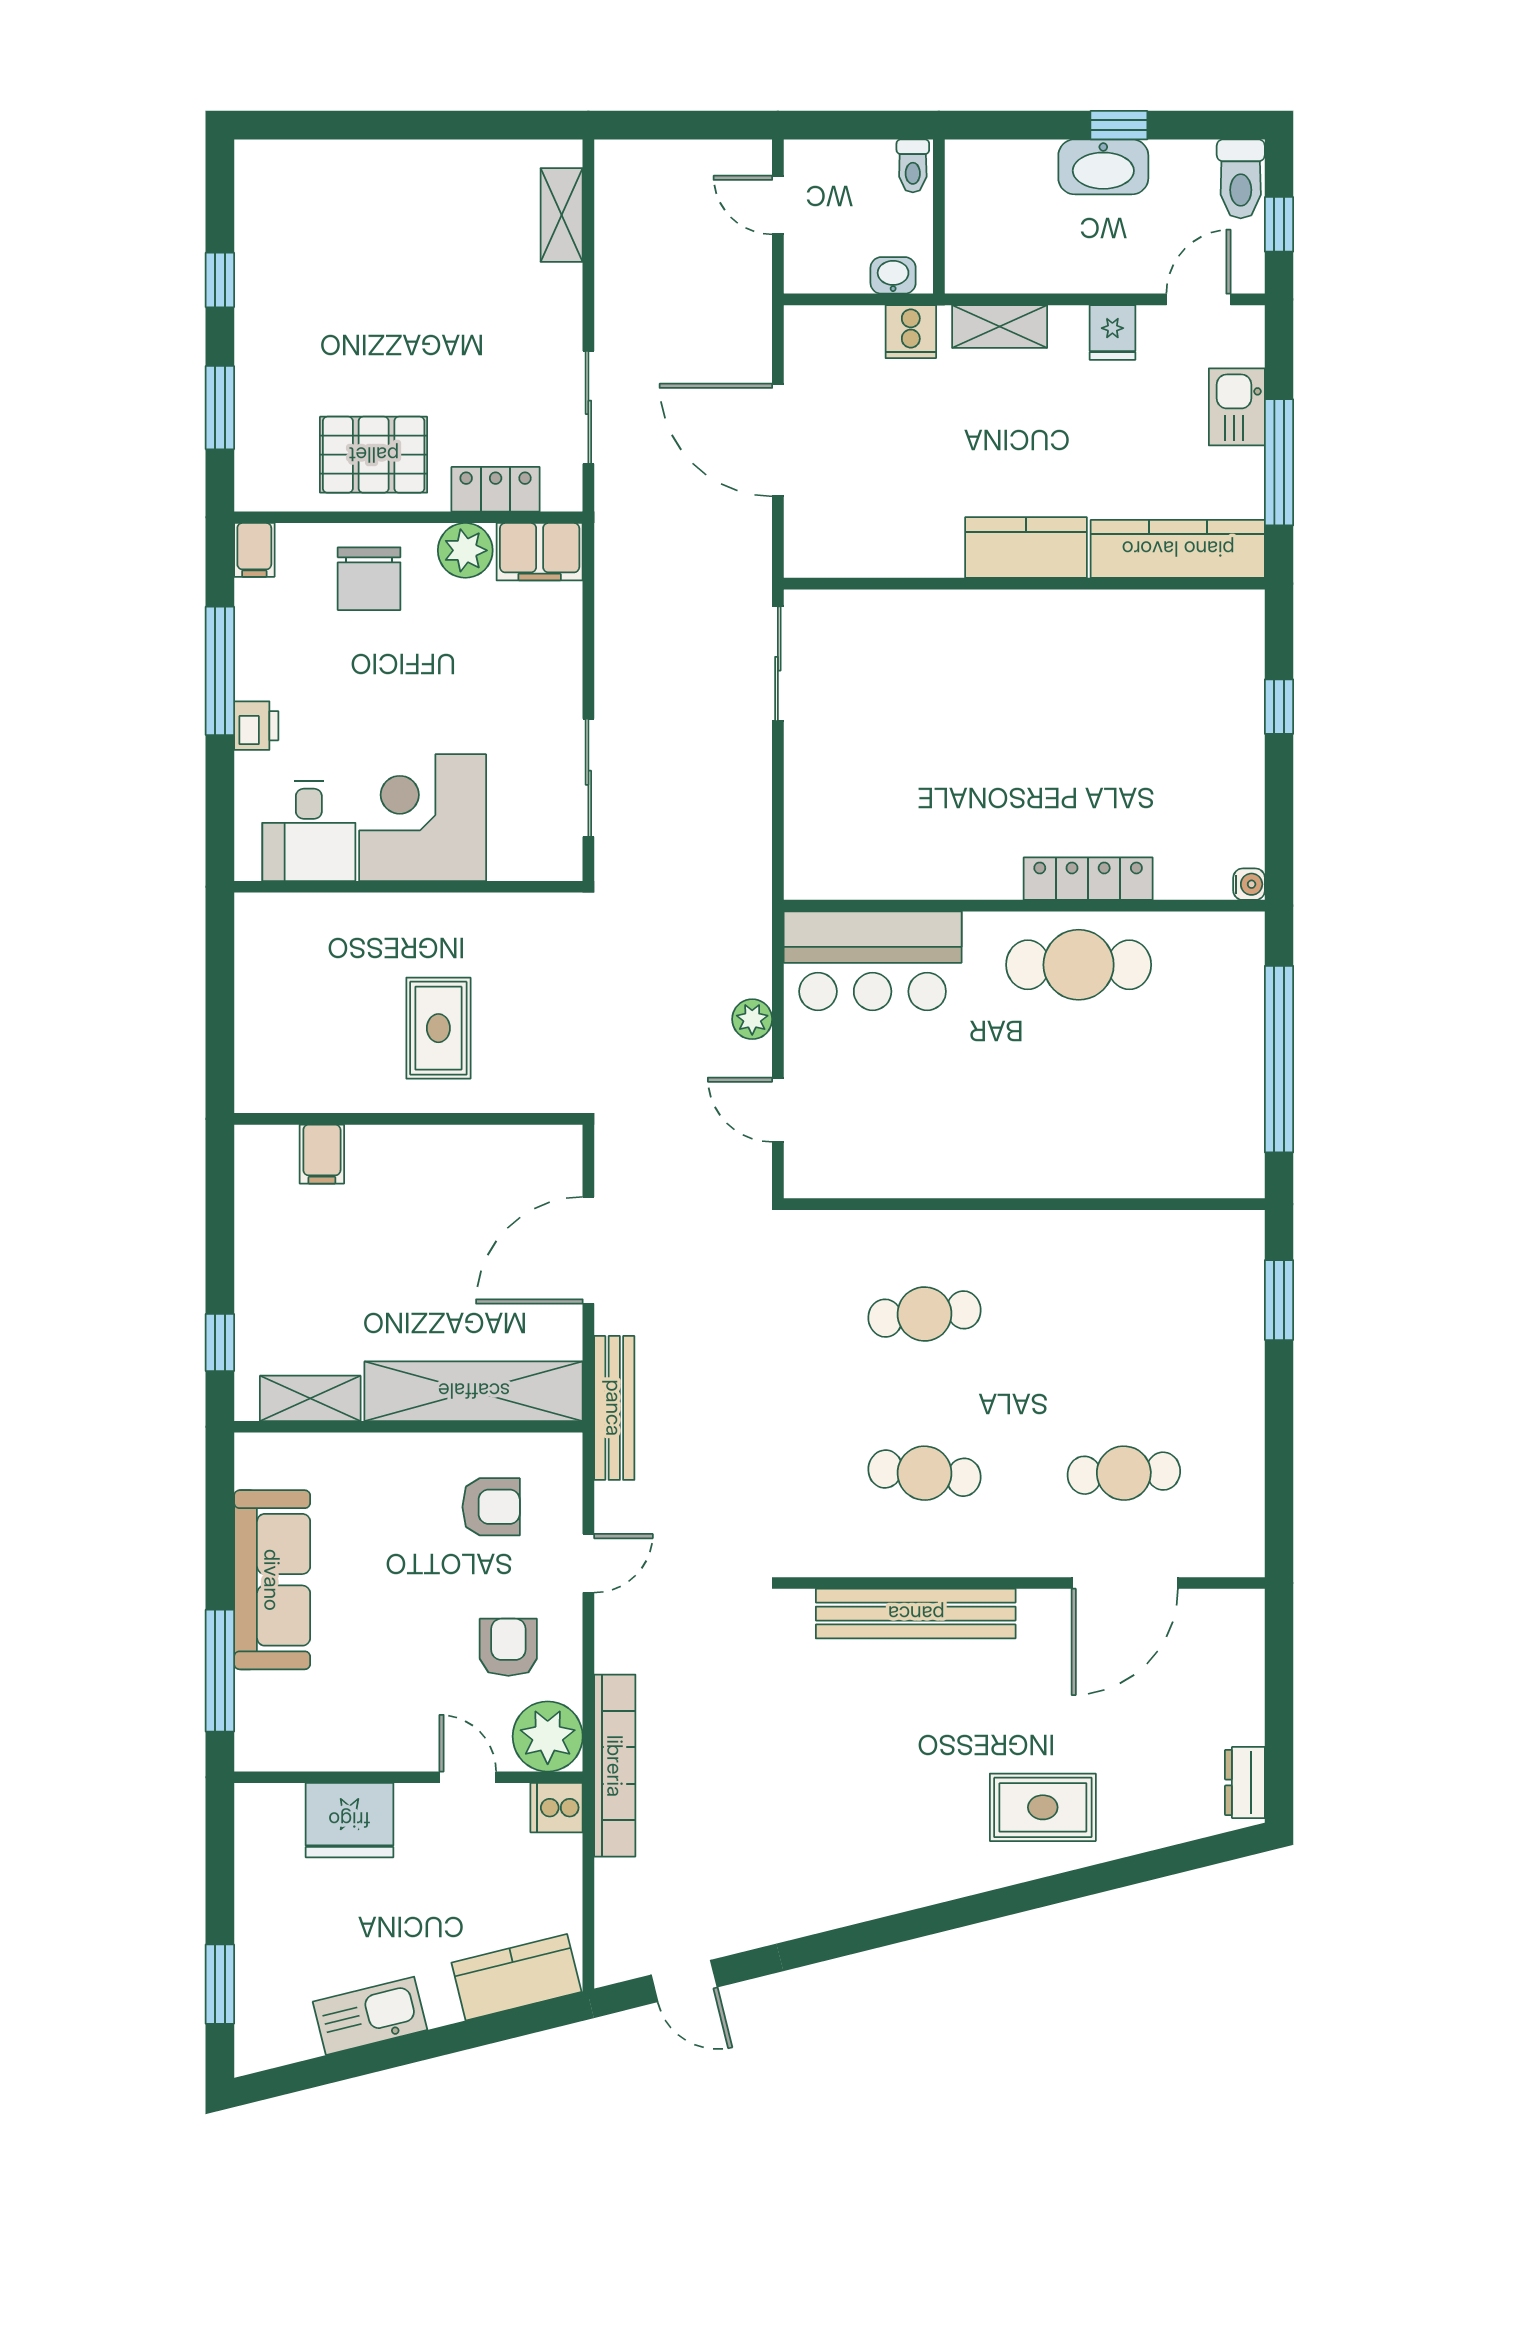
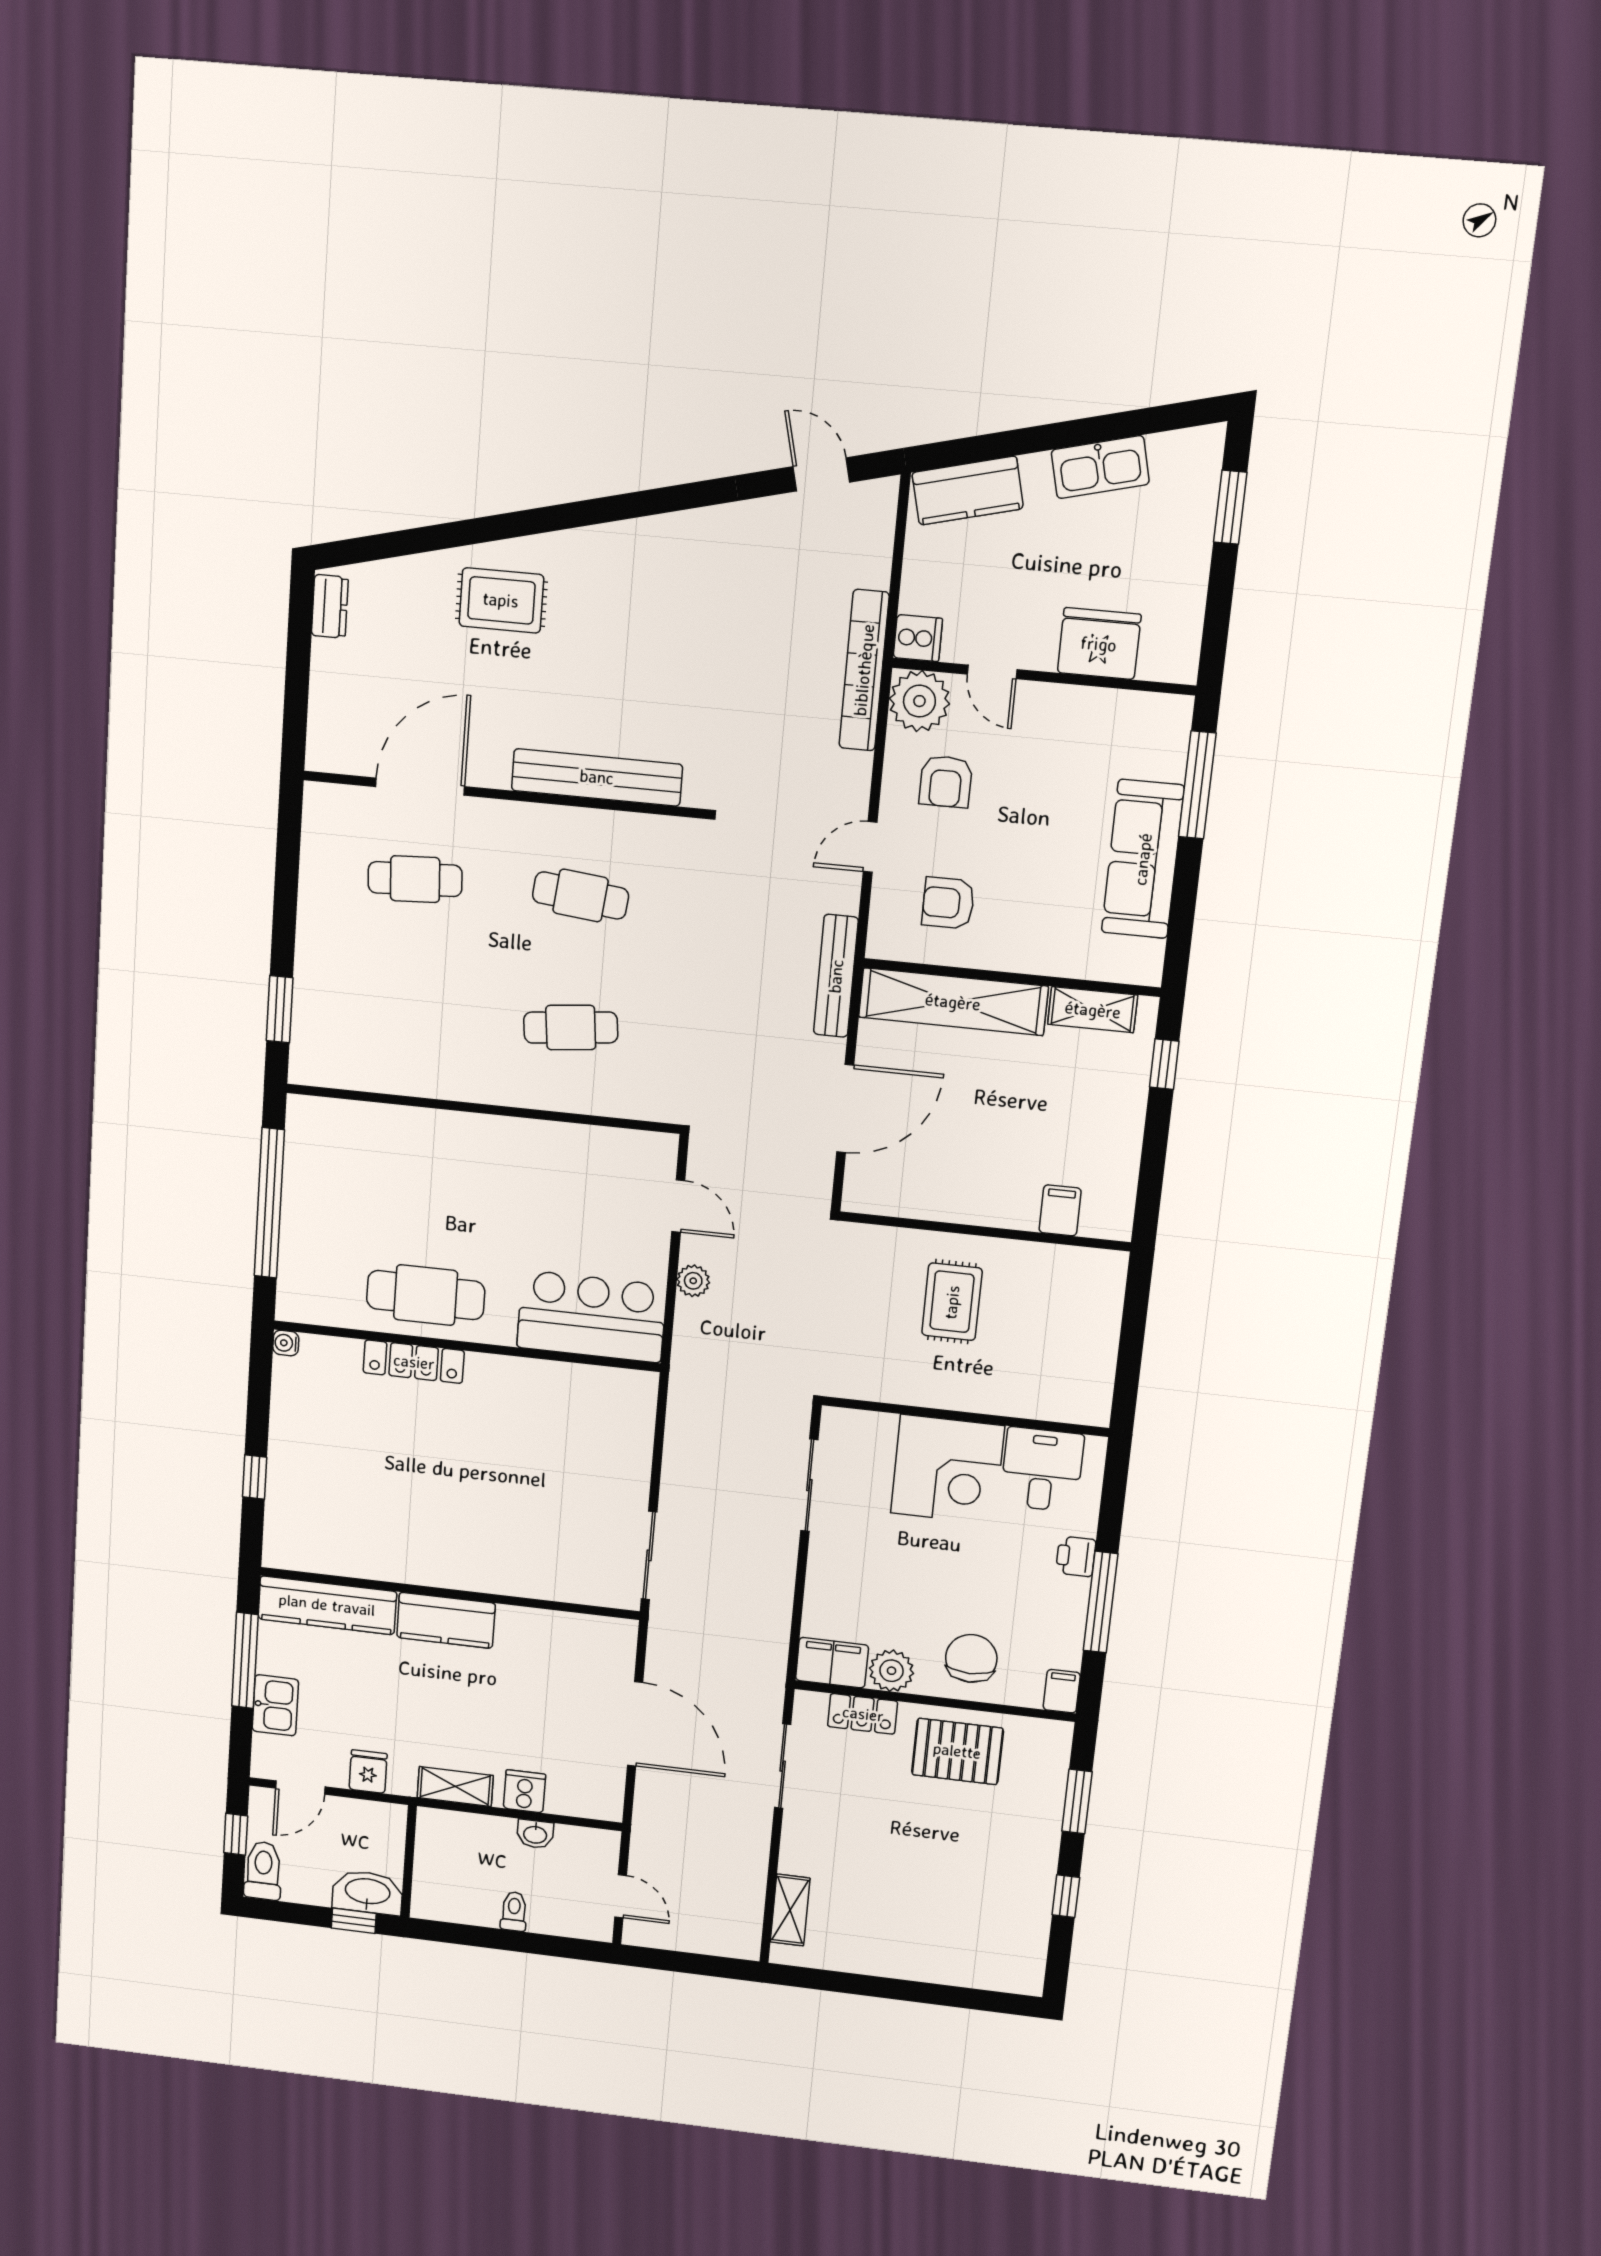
wall: (939, 217) -> (409, 1861), moved

